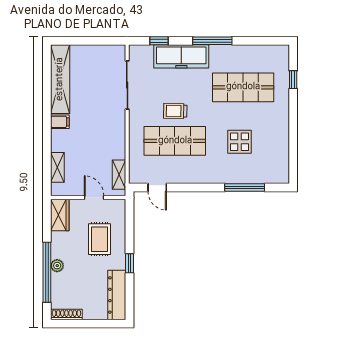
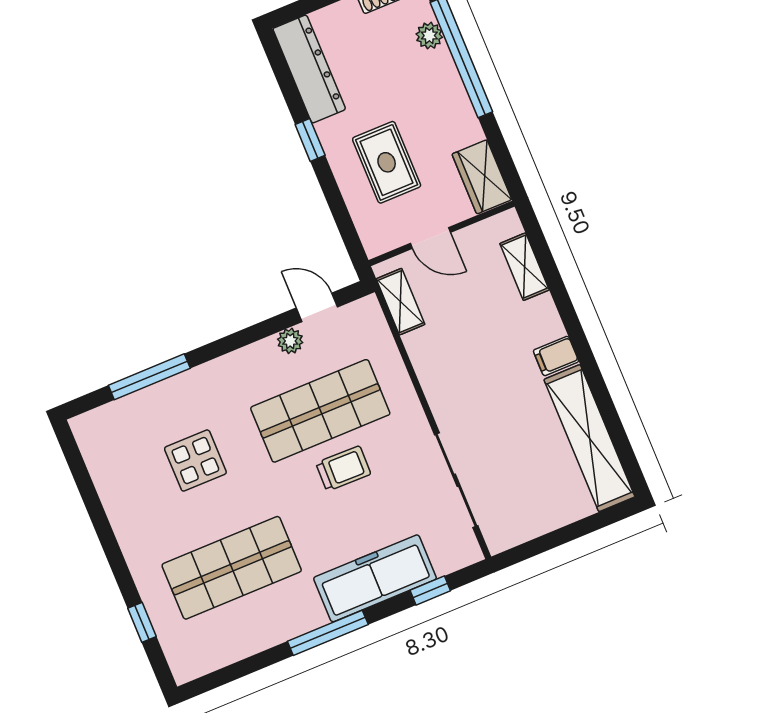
plant: (175, 178) -> (290, 341), added
plant: (57, 266) -> (429, 36), moved

